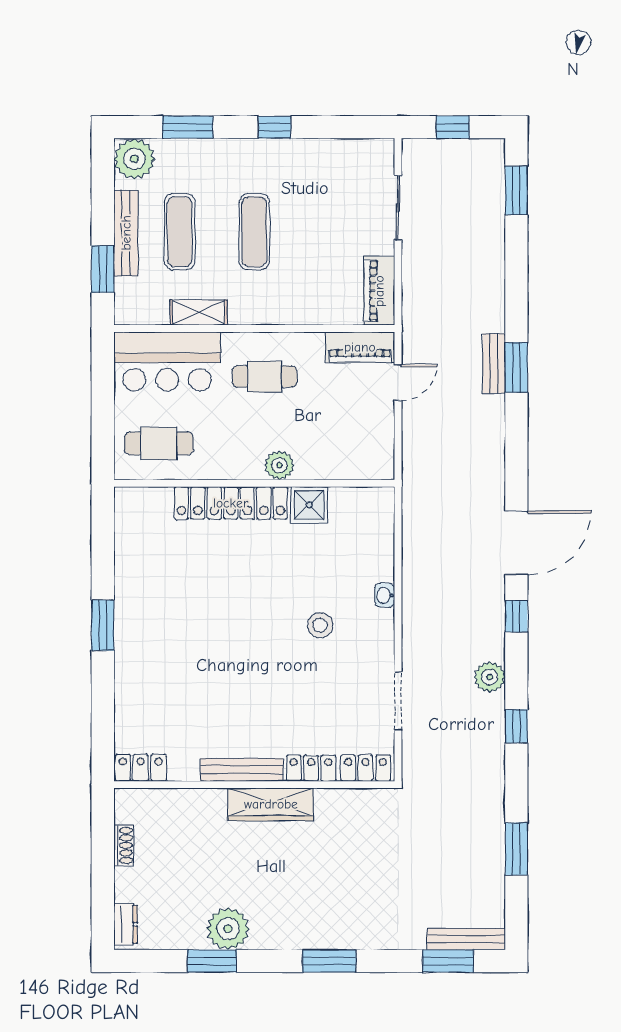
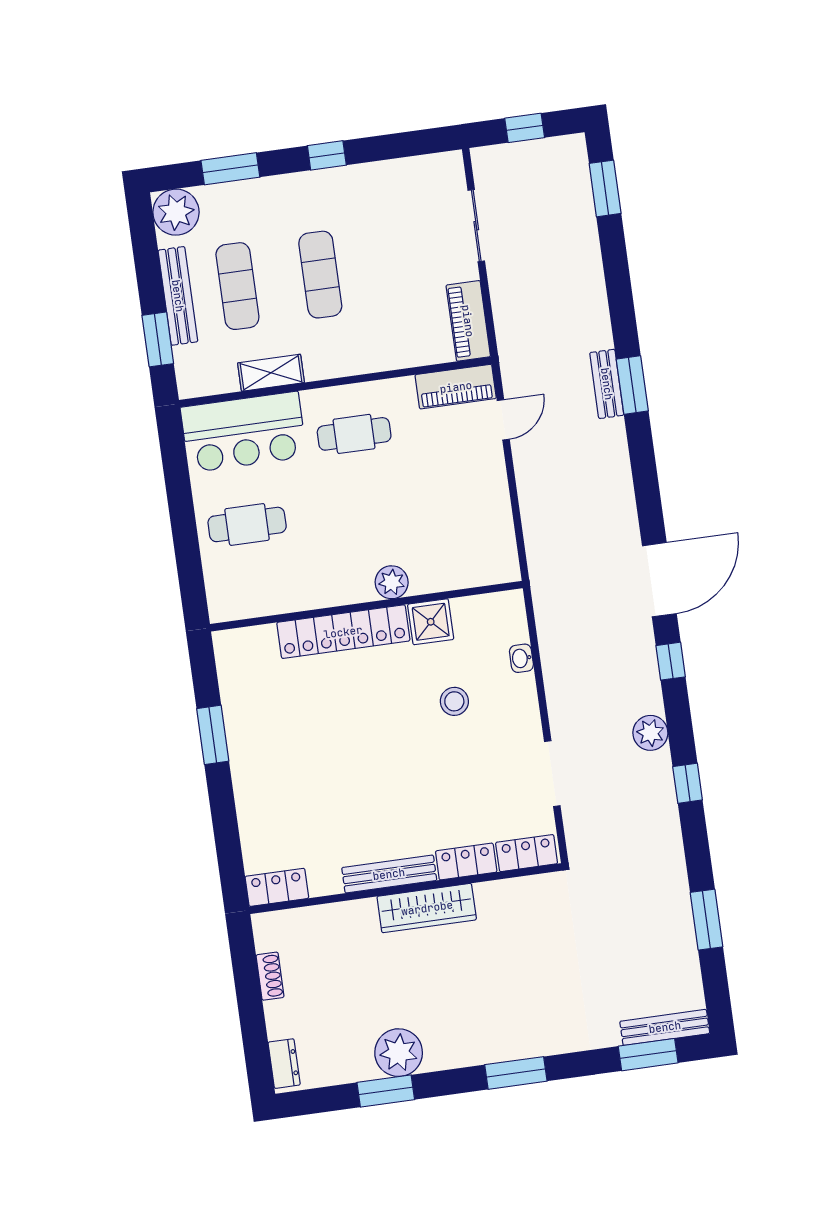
plant: (279, 465) -> (392, 582), moved
wall: (254, 483) -> (366, 606), moved
locker: (231, 503) -> (343, 632), moved
shower: (309, 505) -> (431, 622), moved

